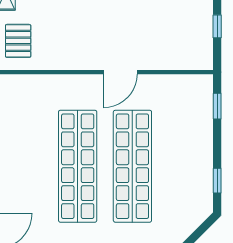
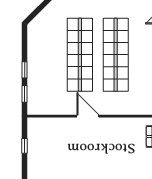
door: (120, 72) -> (88, 116), hinge flipped
window: (217, 181) -> (25, 70), moved

